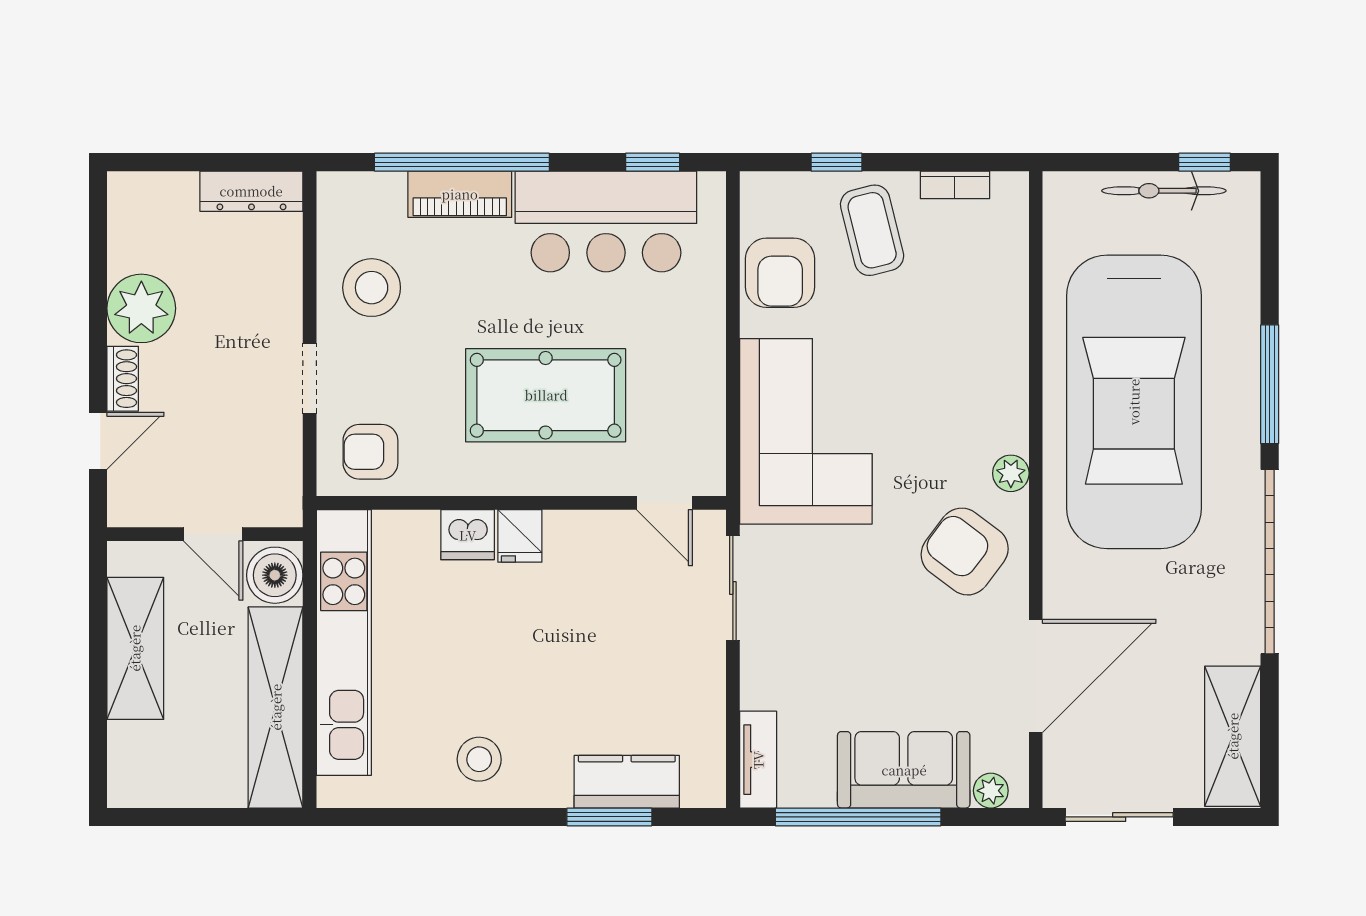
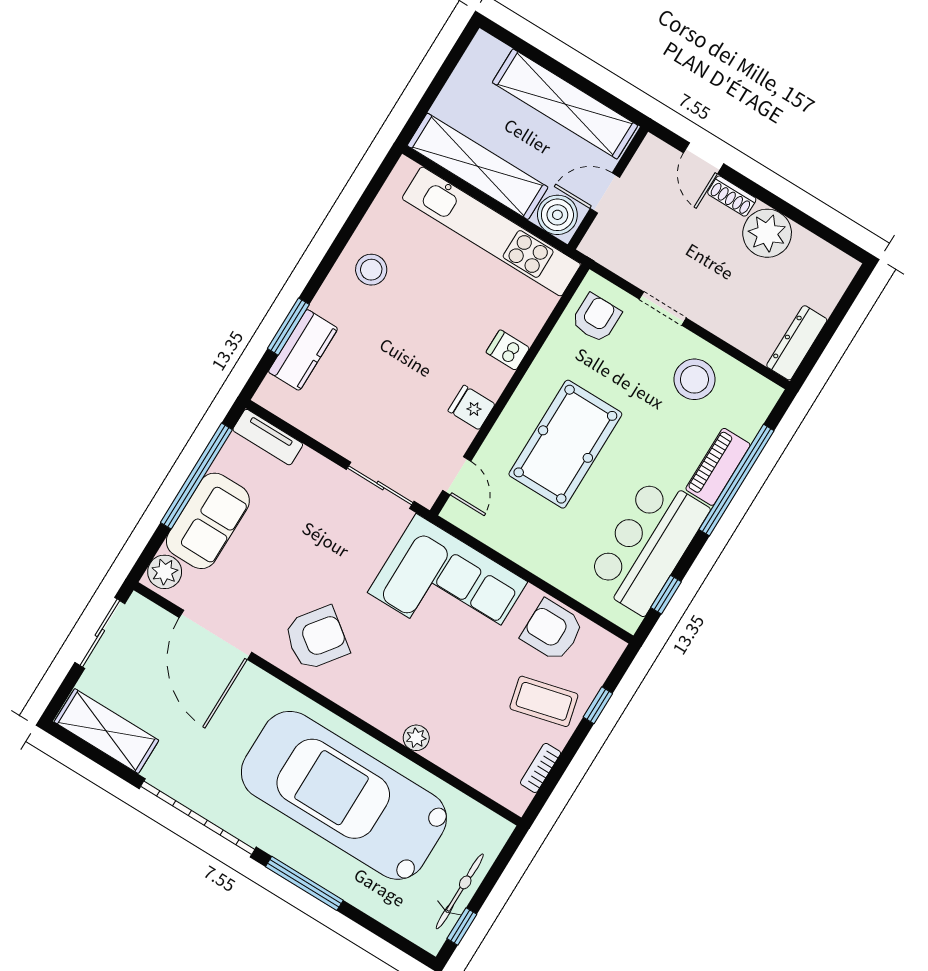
plant: (1011, 473) -> (416, 738), moved
door: (664, 503) -> (457, 476), swing flipped
dishwasher: (468, 535) -> (508, 350), width x0.73
fridge: (520, 536) -> (471, 407), moved
shelving: (135, 648) -> (565, 104), width x1.47
plant: (991, 791) -> (165, 572), width x1.38, depth x1.38

